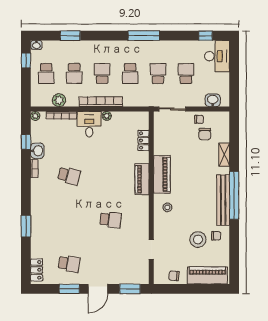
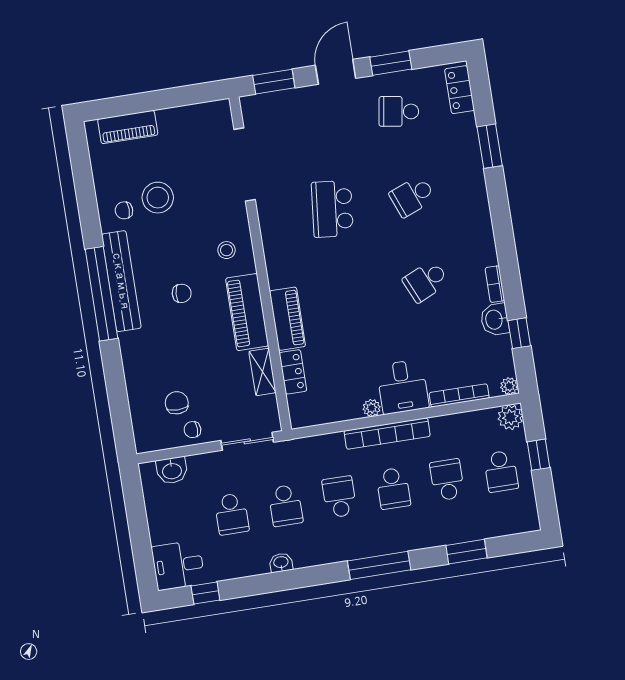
window: (144, 36) -> (379, 565), moved
washbasin: (36, 45) -> (281, 563), moved
desk: (217, 56) -> (178, 565), width x0.73
window: (26, 60) -> (538, 455), moved
school desk: (46, 73) -> (501, 471), turned 180
plant: (59, 100) -> (510, 417), moved
shelving: (224, 155) -> (262, 372), moved
school desk: (69, 176) -> (426, 281), turned -39
piano: (142, 179) -> (287, 319), moved
school desk: (69, 220) -> (412, 196), added
school desk: (111, 220) -> (332, 209), width x1.85
window: (26, 226) -> (490, 146), moved
doorway: (151, 249) -> (245, 165), width x1.88
piano: (208, 275) -> (128, 127), width x0.73, depth x0.75
chair: (174, 276) -> (182, 293), moved

